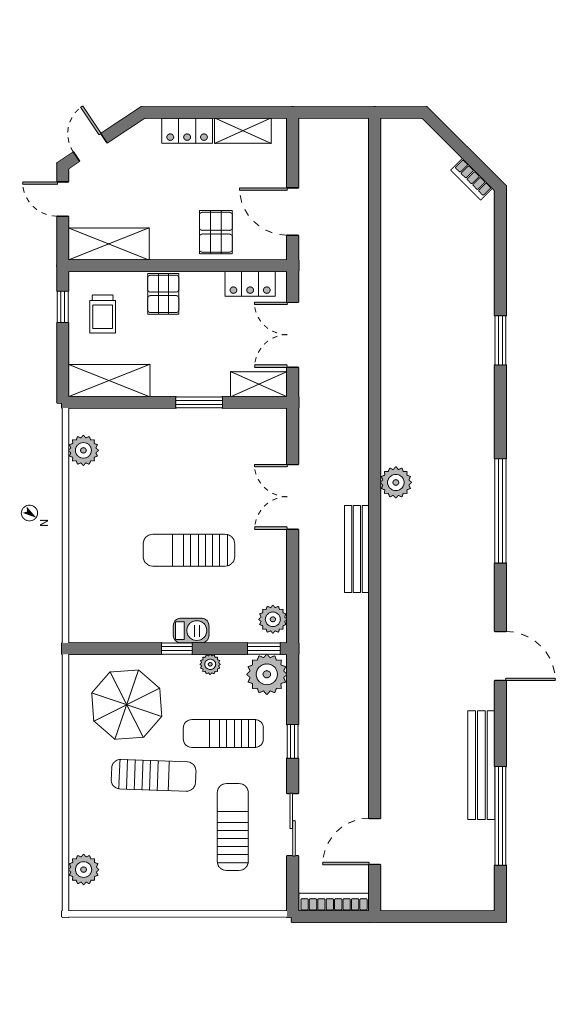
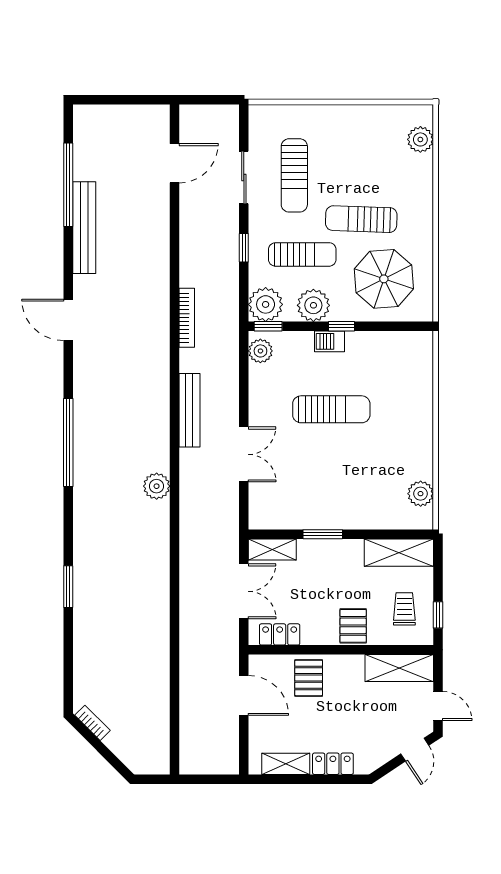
plant: (396, 482) -> (157, 486), moved
plant: (210, 664) -> (313, 305), width x1.88, depth x1.88
bookcase: (334, 902) -> (187, 318), moved, turned -90

